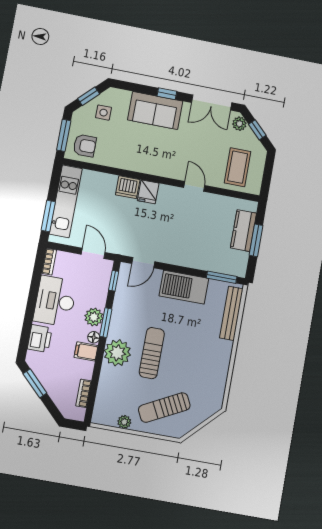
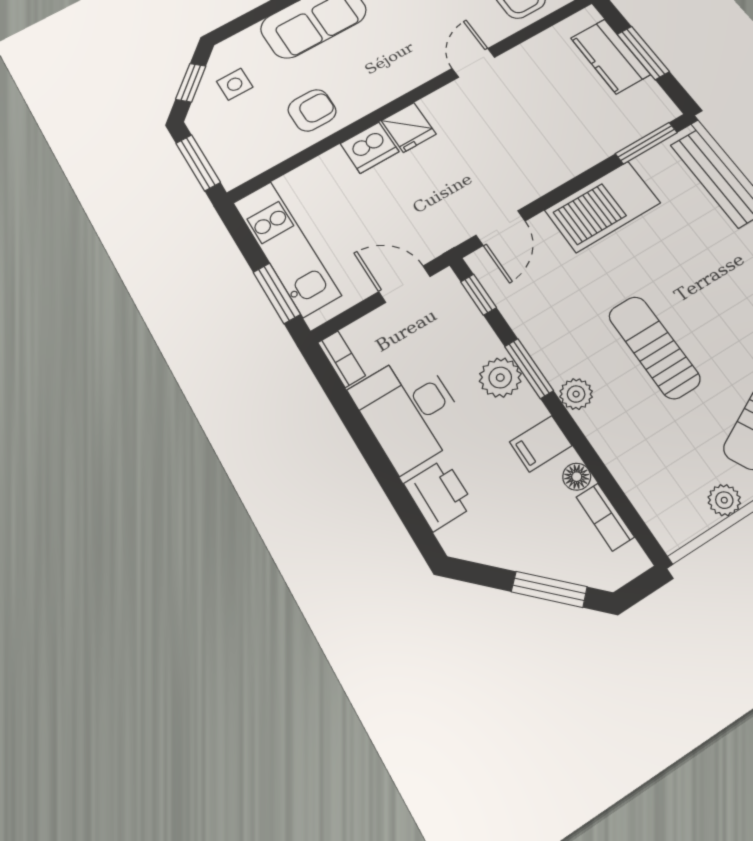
armchair: (85, 146) -> (312, 110), moved
door: (194, 186) -> (473, 63), hinge flipped
floor lamp: (94, 337) -> (577, 477), moved
plant: (117, 353) -> (576, 394), width x0.53, depth x0.53
window: (35, 383) -> (549, 589), moved

